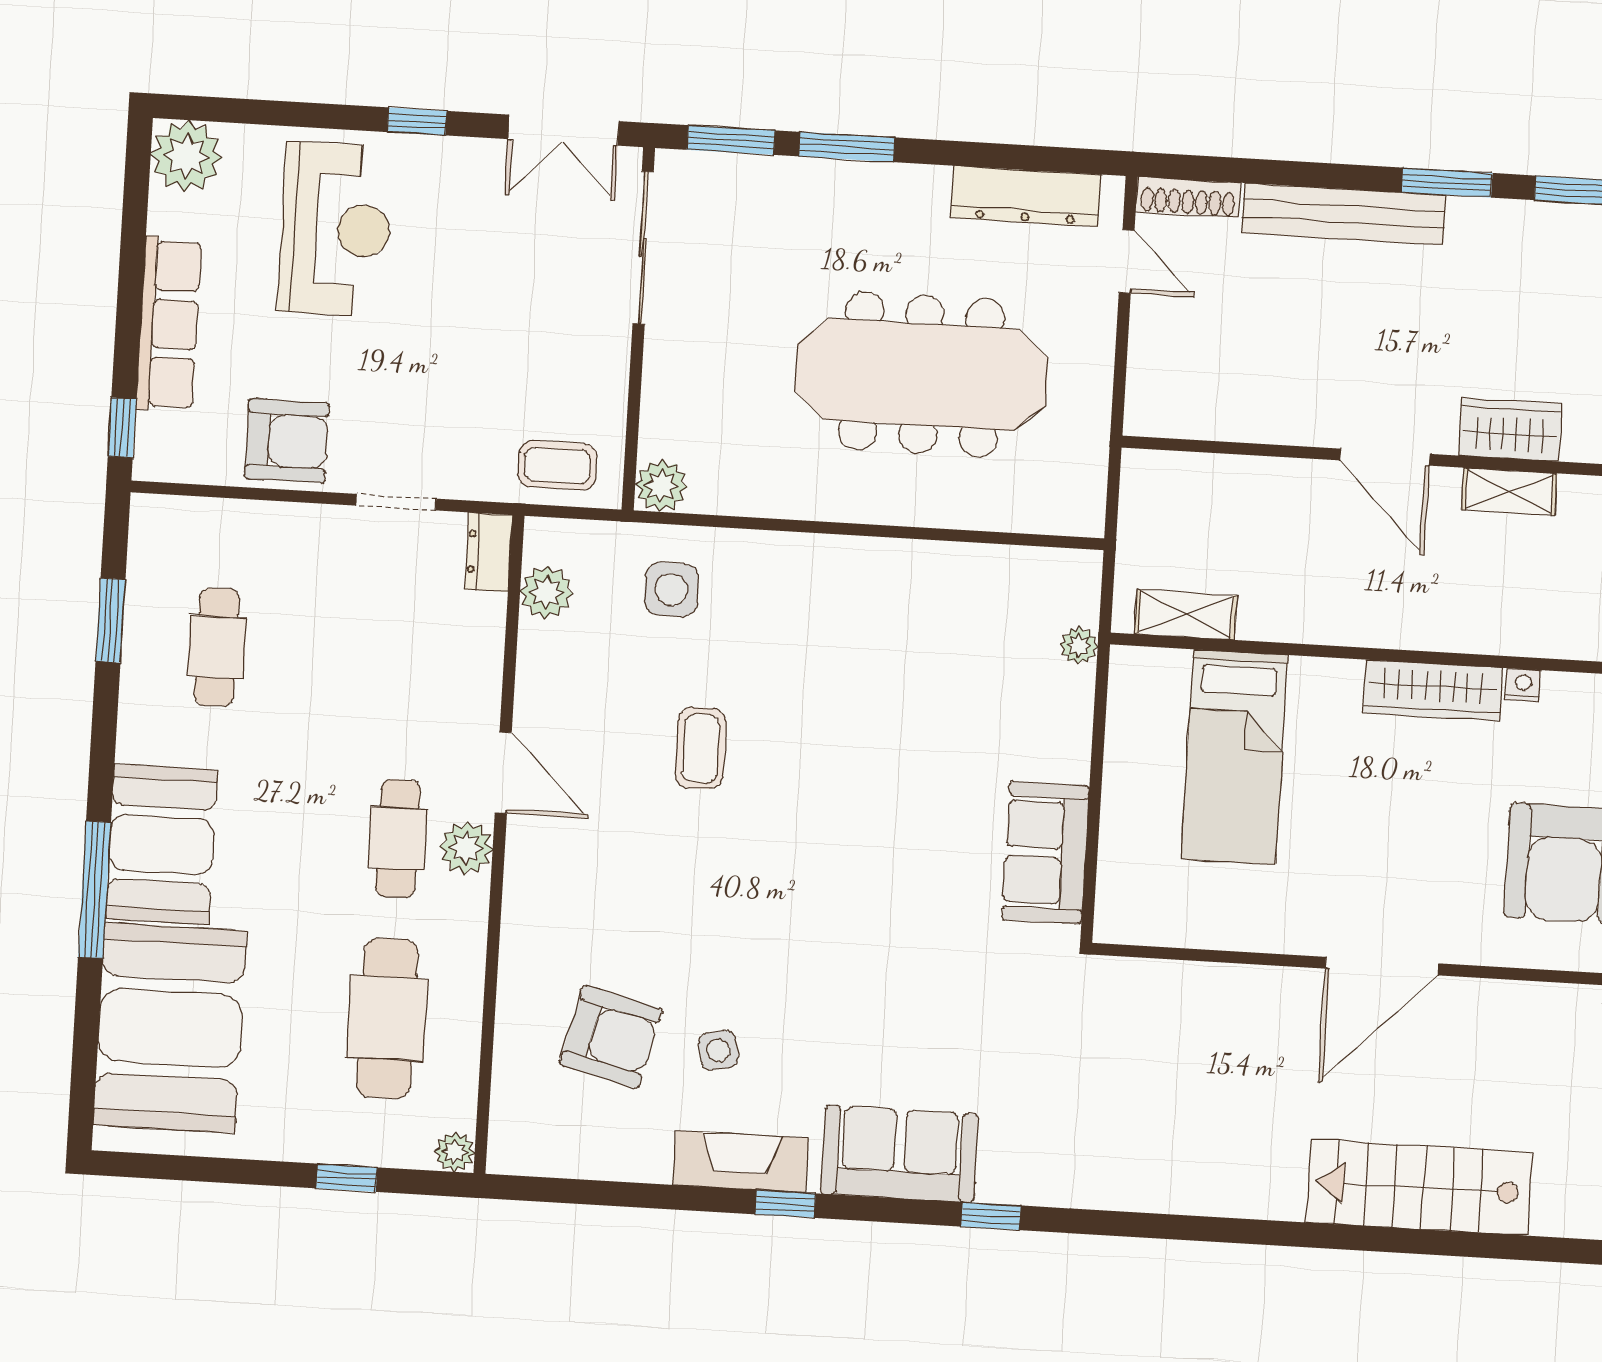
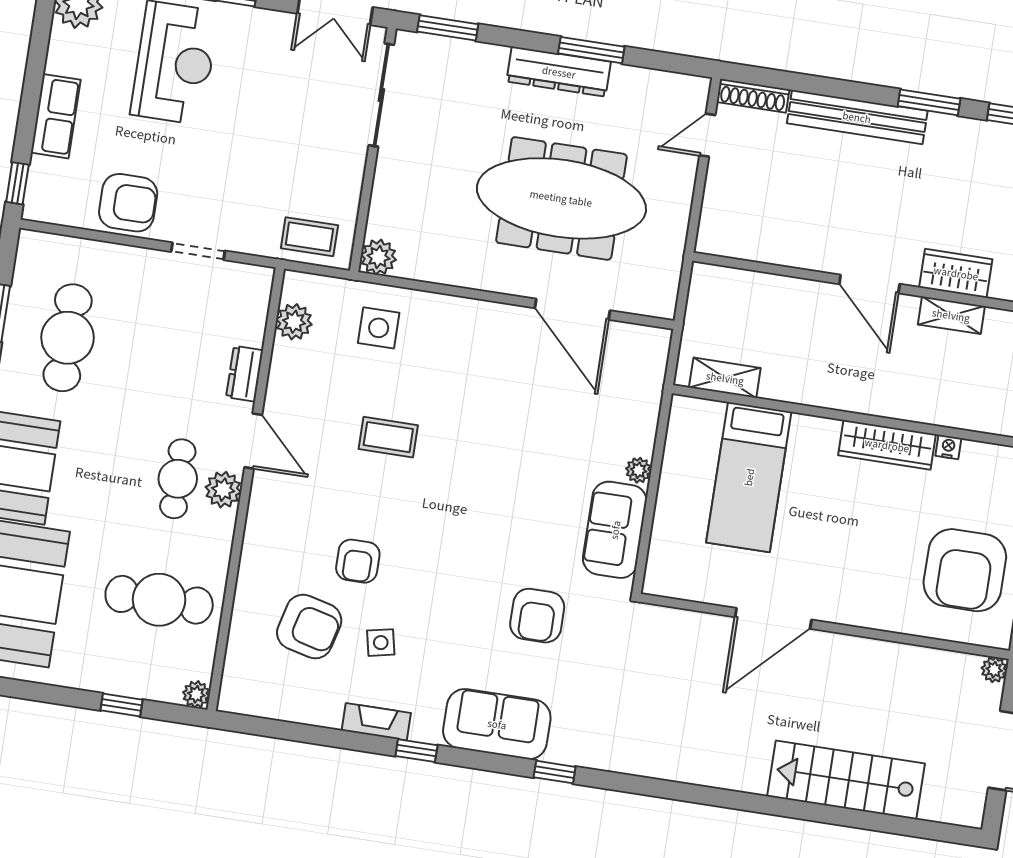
window: (847, 147) -> (591, 50), moved
dresser: (1026, 196) -> (559, 72), moved
door: (1127, 261) -> (707, 135), swing flipped
row of seats: (169, 324) -> (56, 116), width x0.68
door: (953, 535) -> (572, 309), added
dresser: (489, 552) -> (245, 374), moved
plant: (1079, 646) -> (638, 470), moved
cafe table: (217, 647) -> (68, 338), width x1.37, depth x1.35
coffee table: (701, 748) -> (388, 437), turned 90
armchair: (673, 934) -> (358, 561), added
door: (1382, 966) -> (773, 618), moved
armchair: (944, 989) -> (537, 616), added
cafe table: (387, 1018) -> (159, 600), turned 90
fireplace: (741, 1162) -> (376, 722), width x0.73, depth x0.76

